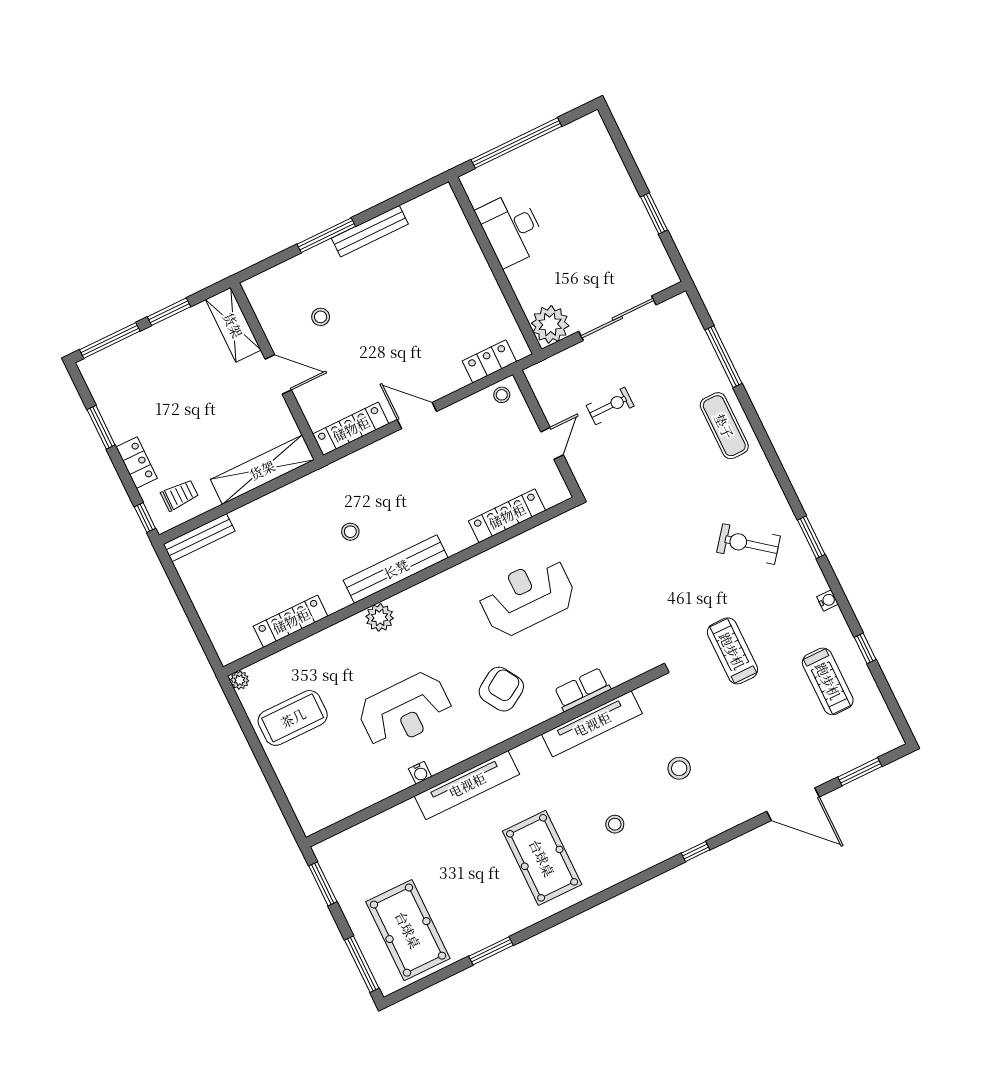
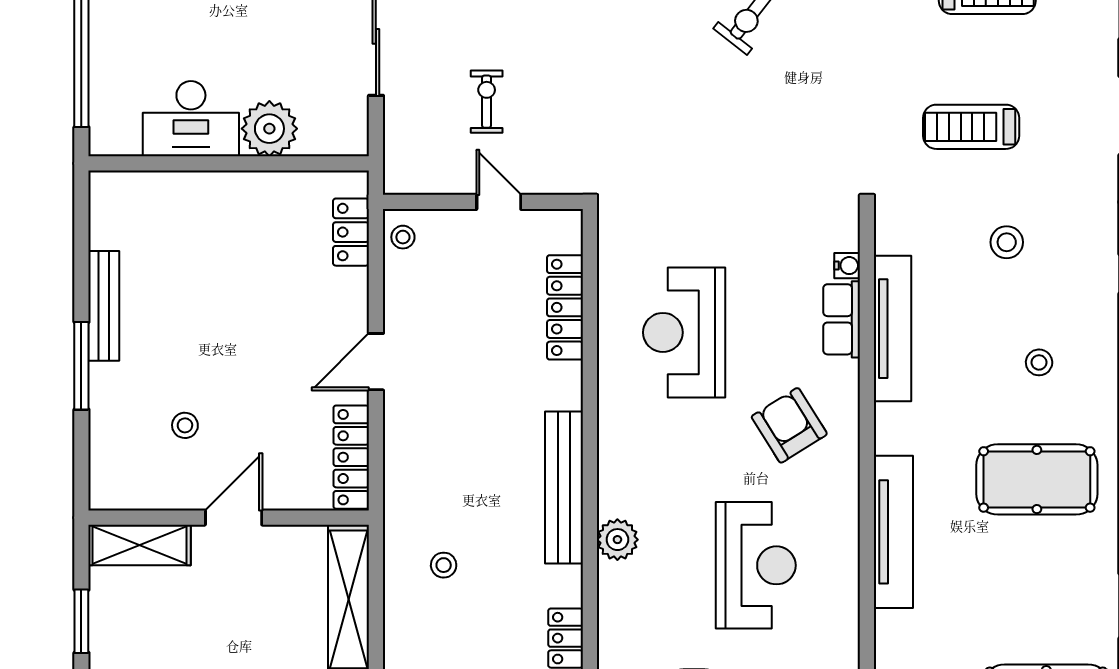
plant: (550, 324) -> (269, 129), moved
stool: (350, 532) -> (444, 565), moved
treadmill: (732, 651) -> (971, 127), moved
water cooler: (420, 773) -> (847, 266), moved

